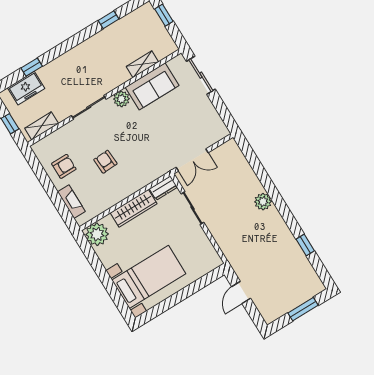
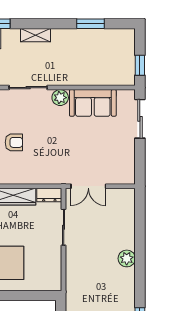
window: (164, 15) -> (140, 65), moved
window: (109, 20) -> (91, 24), width x1.50
shelving: (142, 64) -> (35, 35), moved
armchair: (105, 162) -> (14, 142), turned 93

